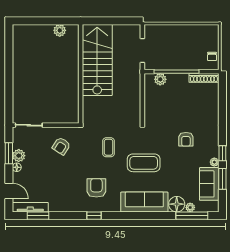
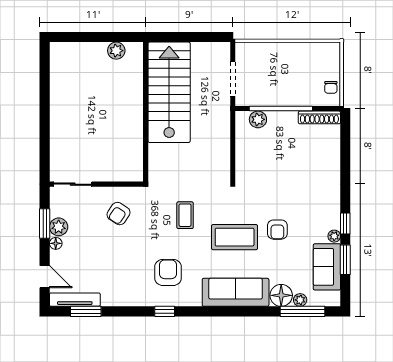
armchair: (186, 139) -> (277, 230), moved

